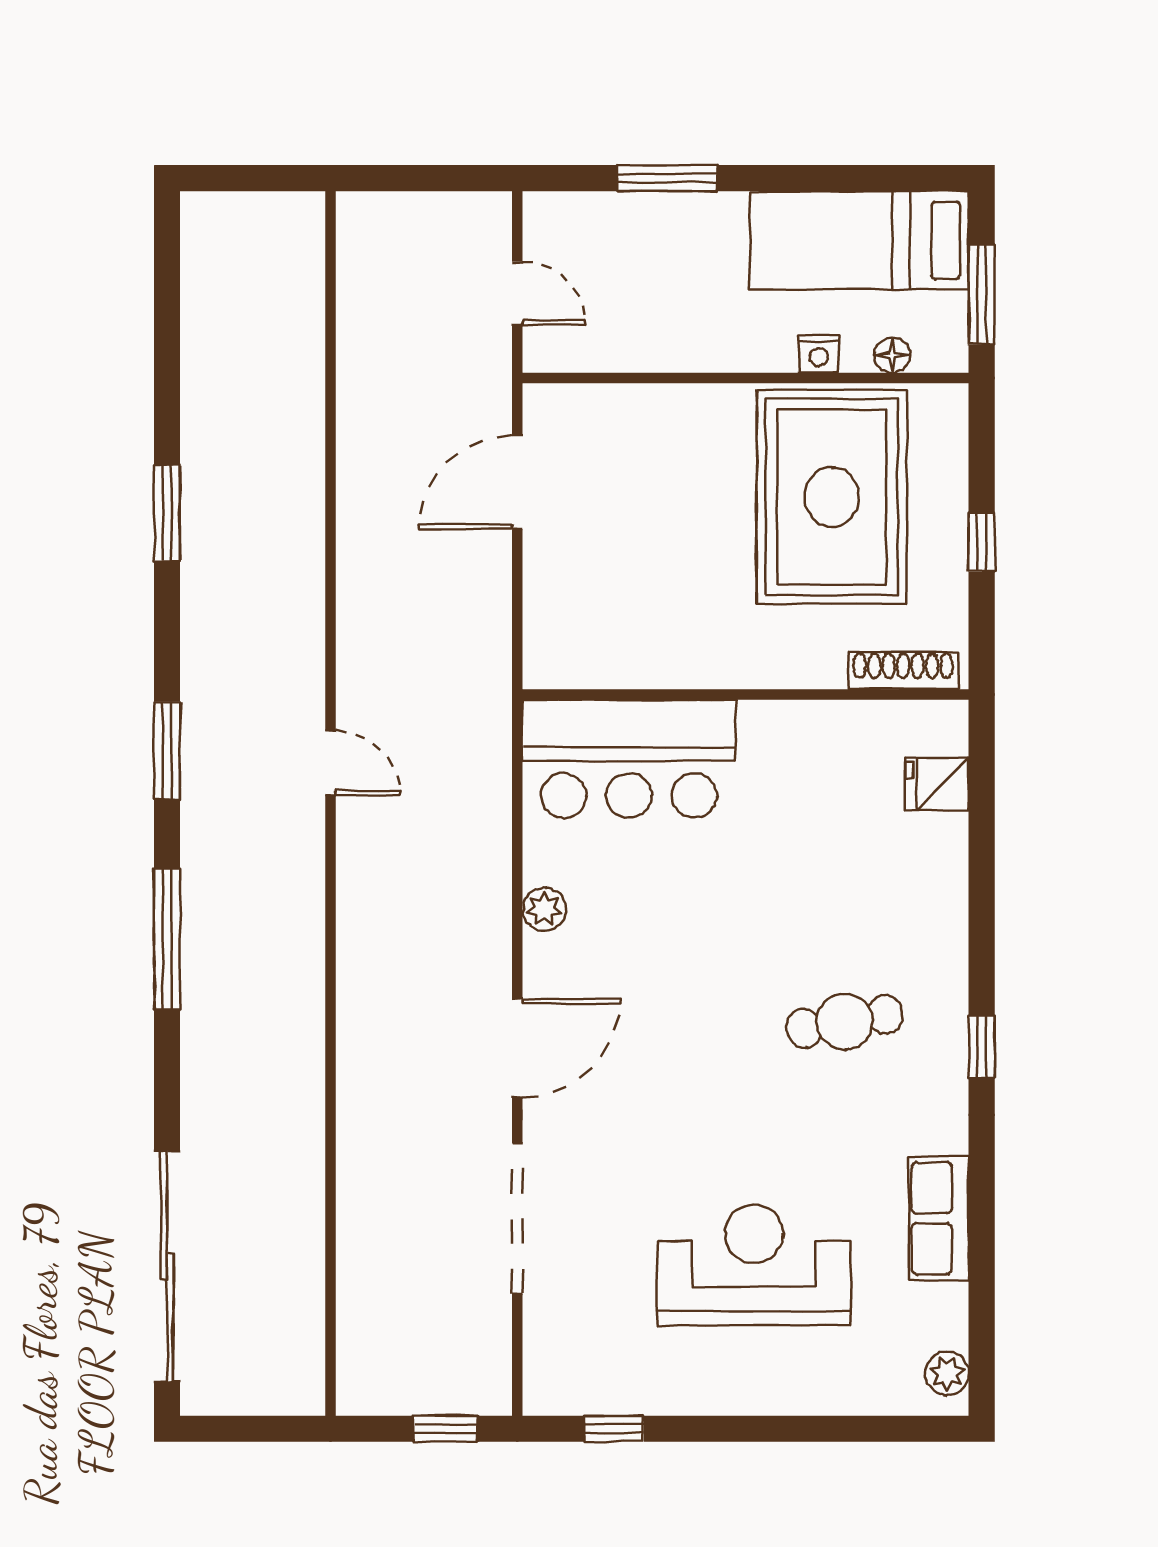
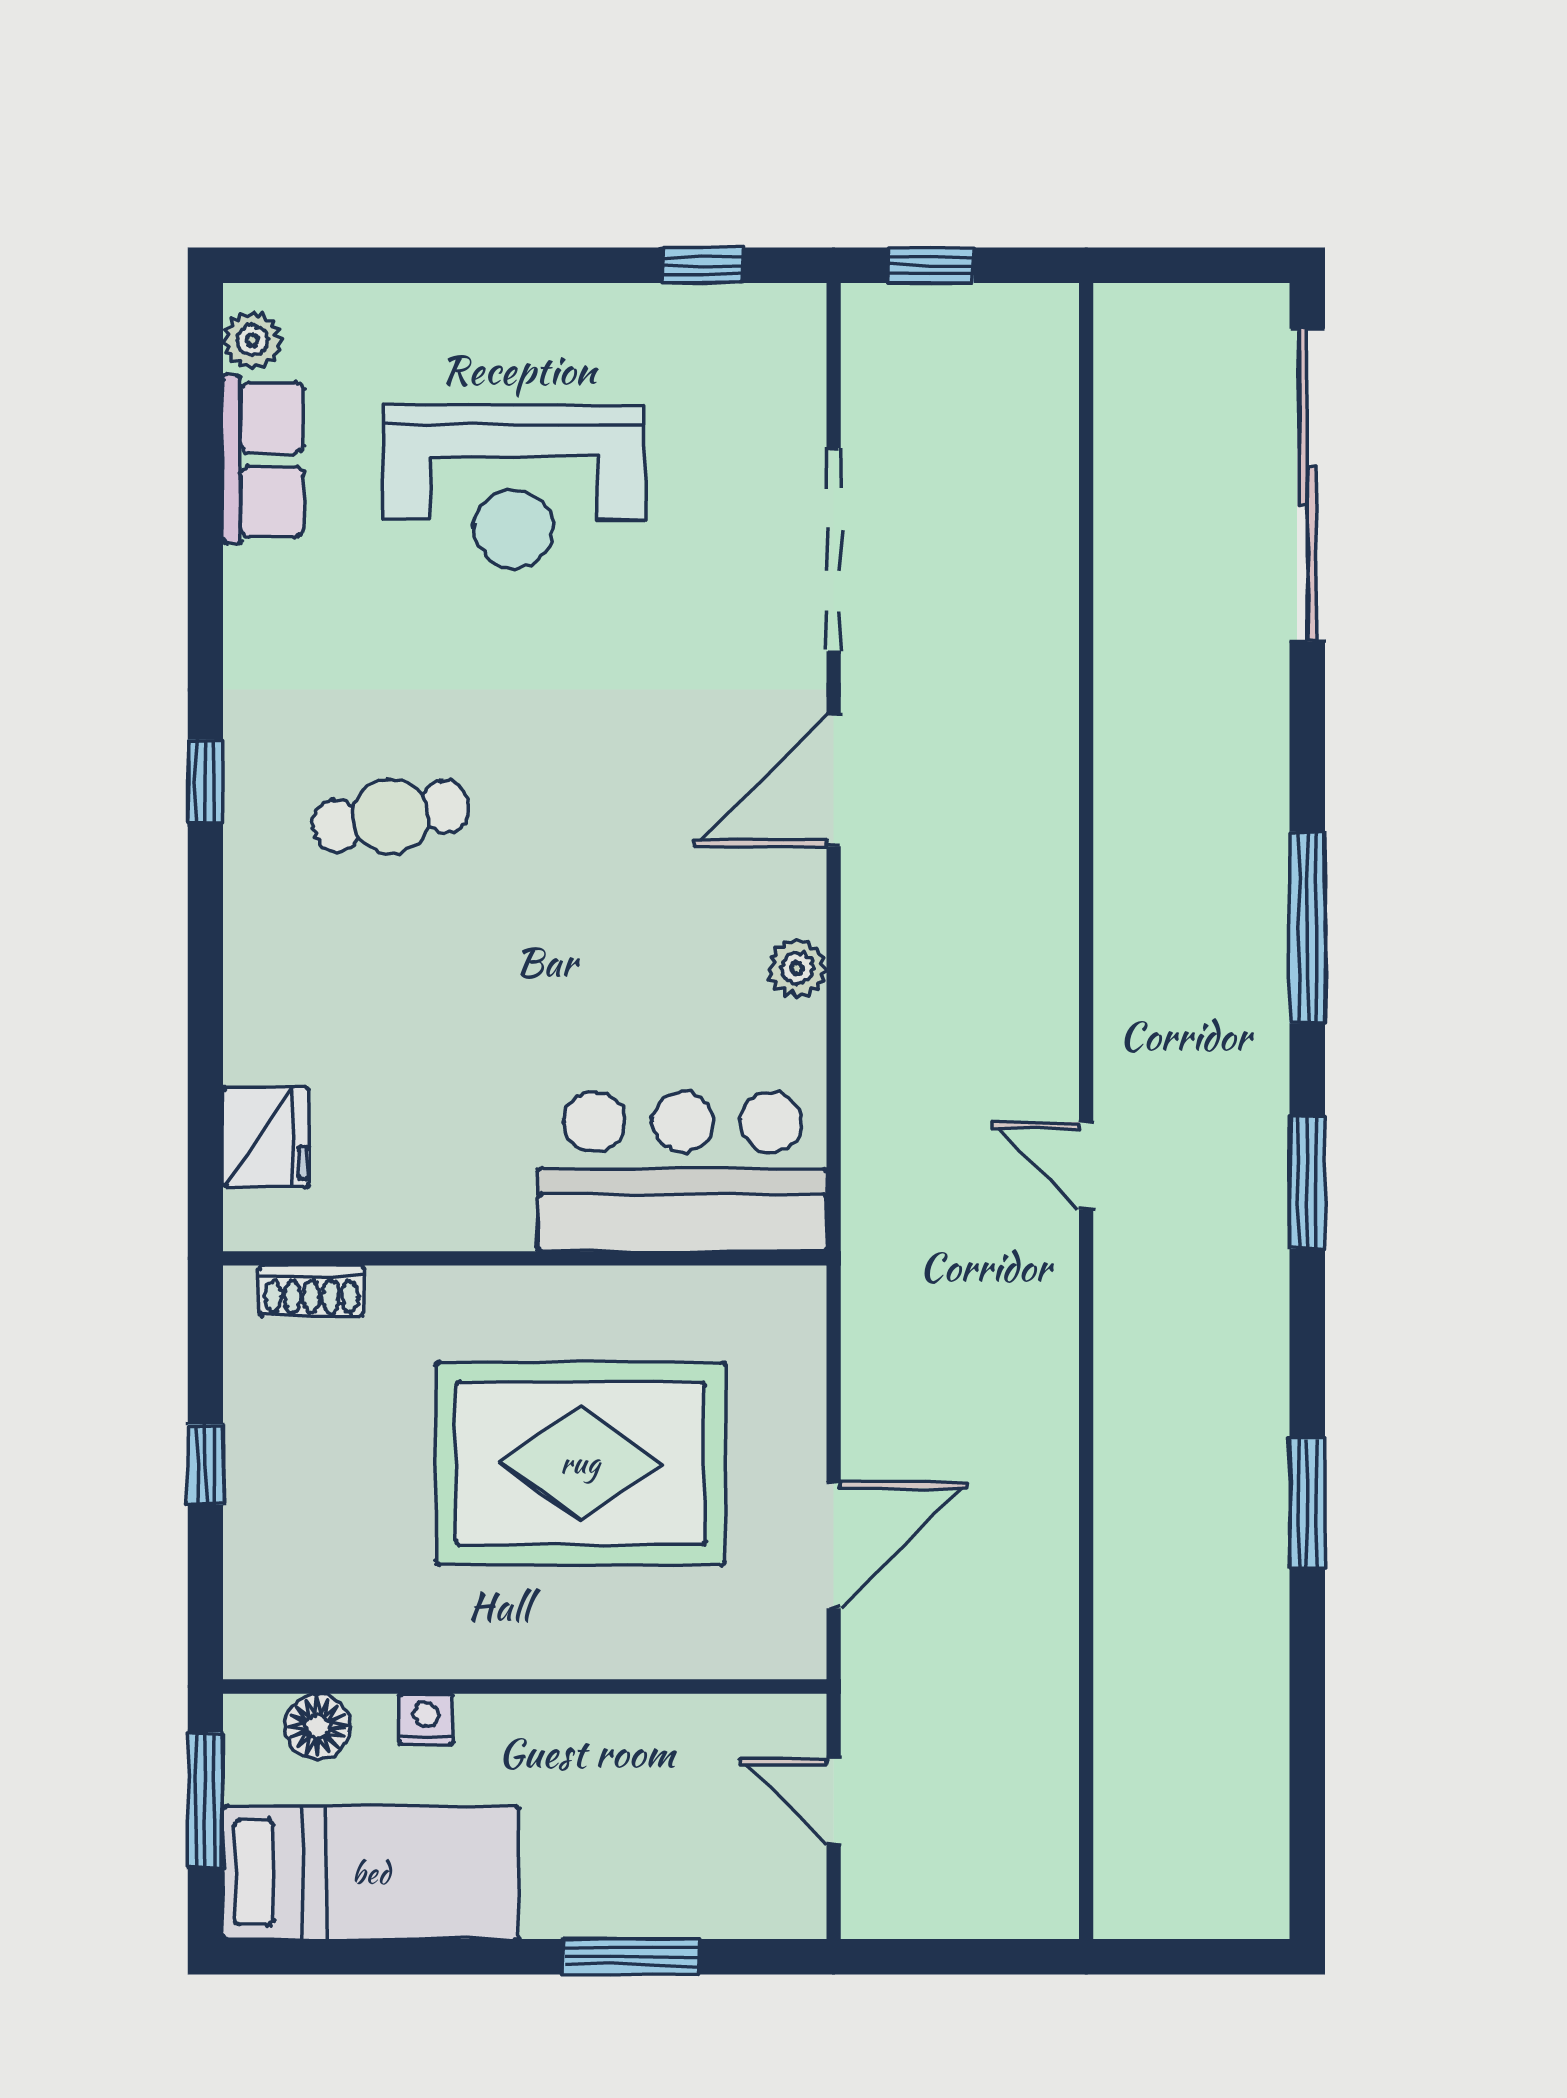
floor lamp: (892, 355) -> (318, 1726), width x1.37, depth x1.37
rug: (832, 497) -> (580, 1463), moved, turned 90
shoe rack: (903, 671) -> (312, 1291), width x0.70
fridge: (937, 784) -> (266, 1137), width x1.38
row of seats: (939, 1218) -> (263, 460), moved

